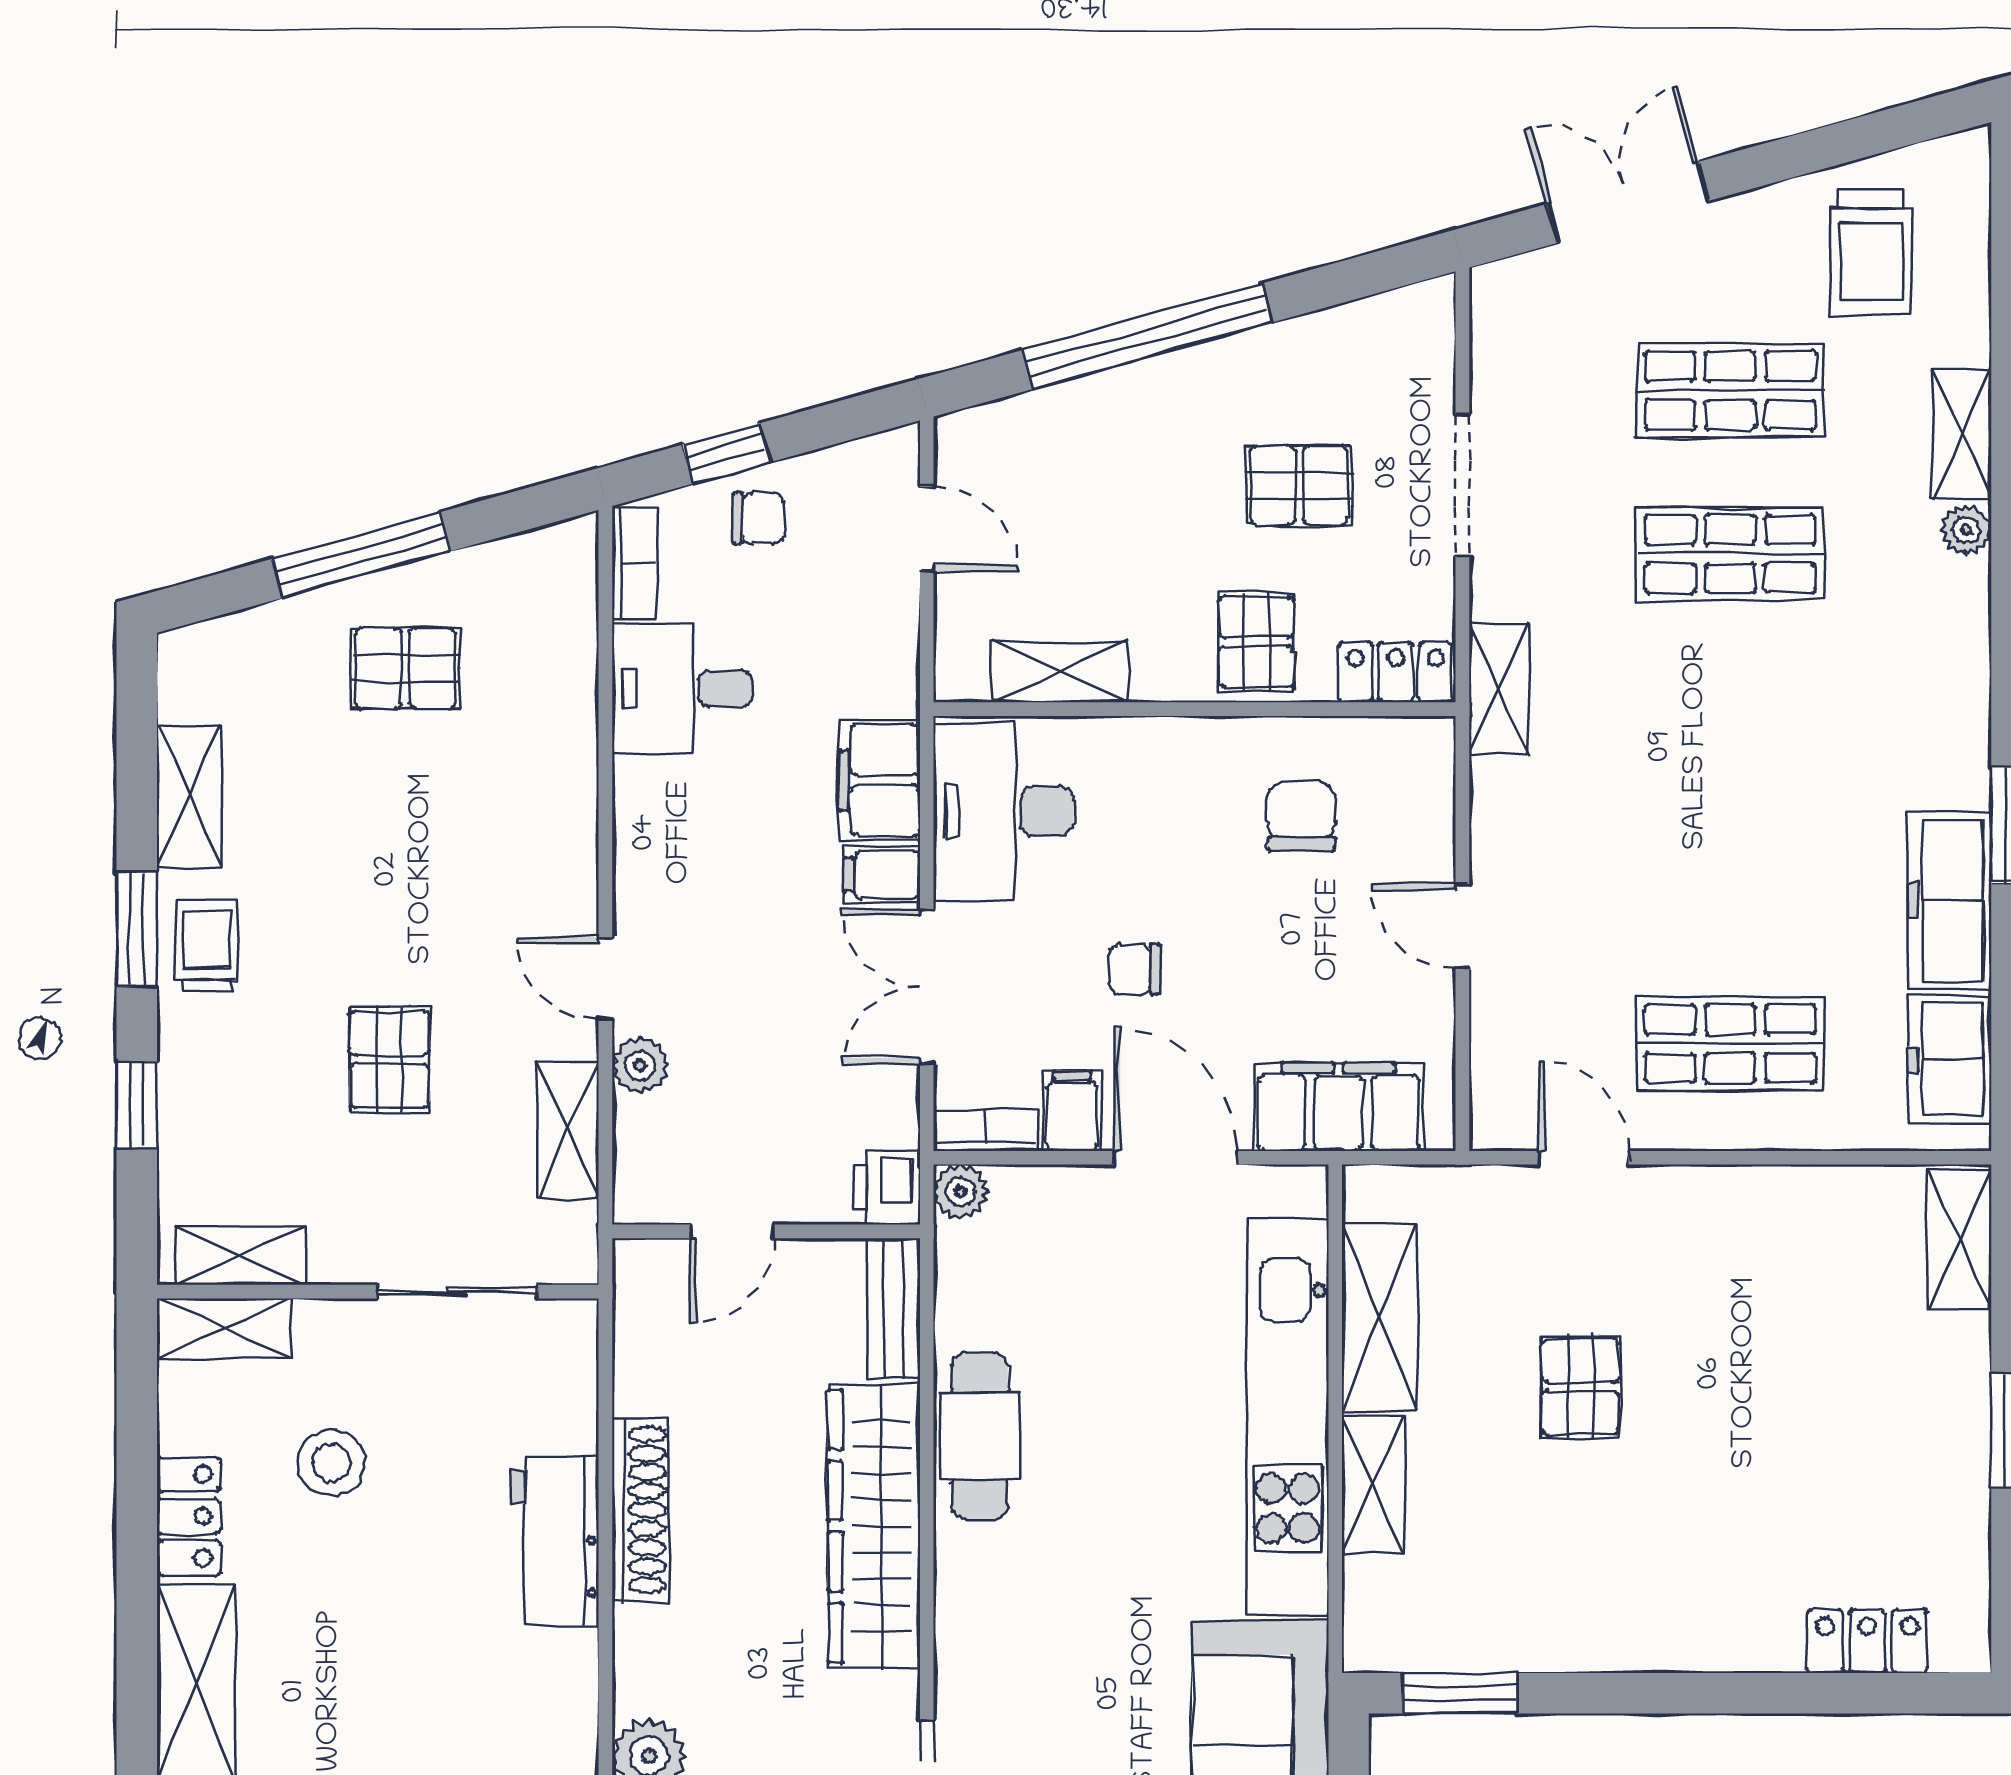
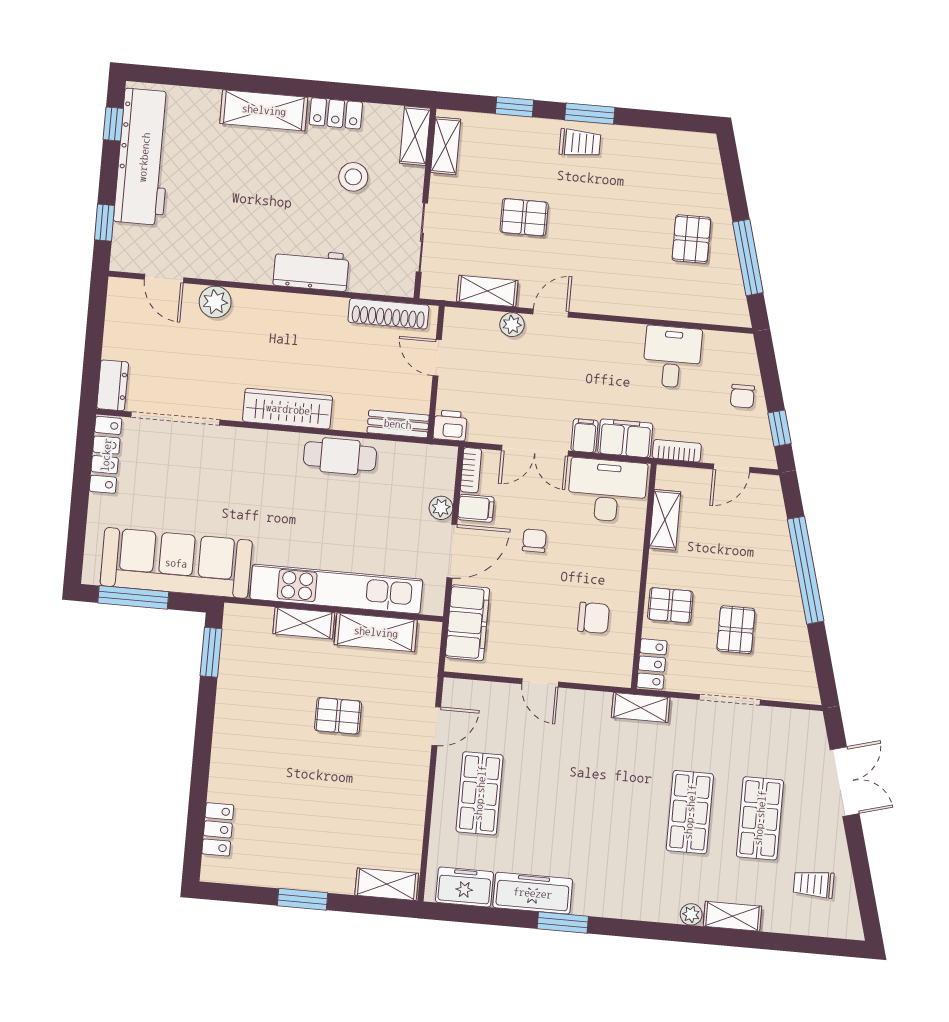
trolley: (1871, 253) -> (814, 884), width x0.73, depth x0.72
window: (726, 453) -> (779, 428), moved
window: (361, 555) -> (748, 257), moved
bookcase: (634, 563) -> (677, 451), moved, turned 180
shelving: (189, 796) -> (645, 141), removed
door: (1462, 926) -> (540, 683), swing flipped
double door: (927, 987) -> (535, 451), swing flipped
plant: (961, 1192) -> (441, 508), moved
shoe rack: (641, 1510) -> (388, 314), moved
wardrobe: (874, 1526) -> (288, 409), width x0.71, depth x0.85

